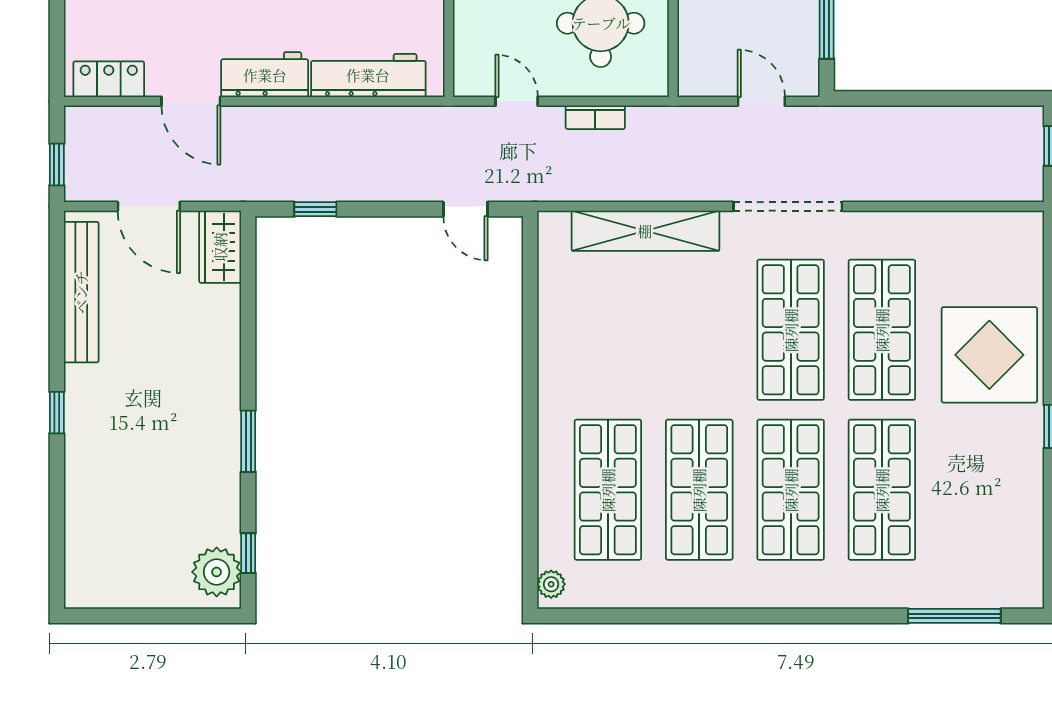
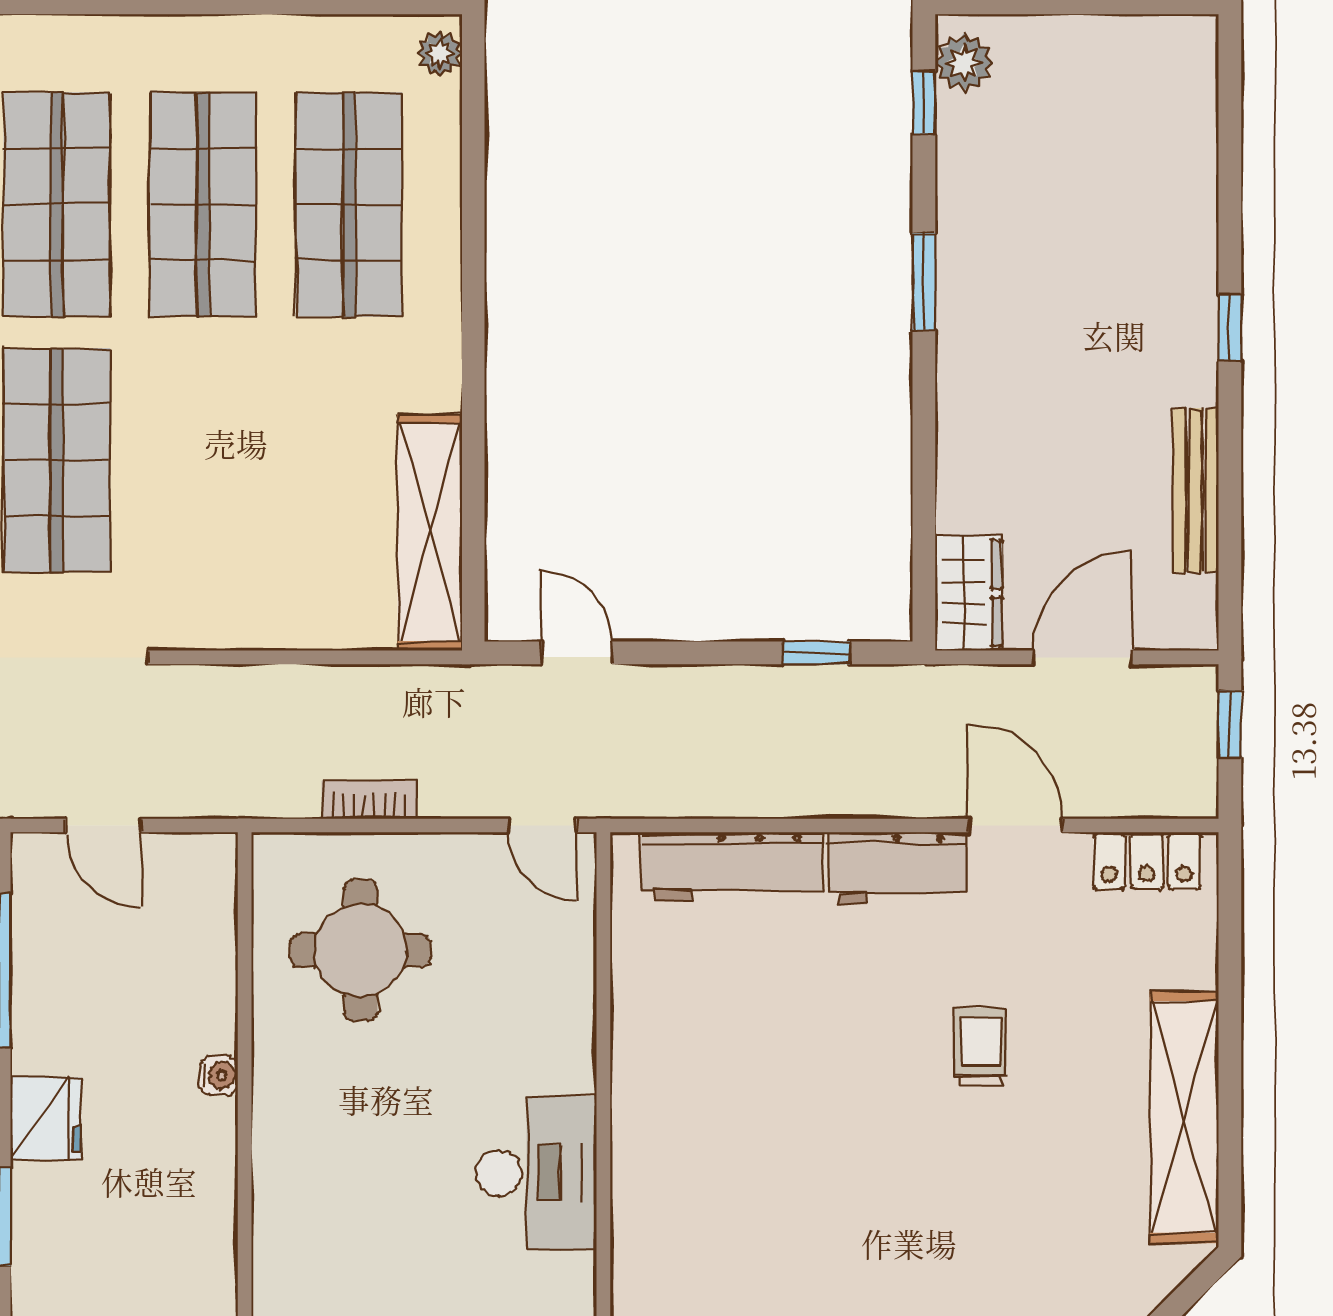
door: (517, 101) -> (542, 825), moved
door: (149, 206) -> (1083, 657), hinge flipped
shelving: (645, 231) -> (430, 533), moved, turned 90
bench: (81, 292) -> (1196, 490), width x0.73, depth x0.82
plant: (217, 572) -> (964, 63), width x0.73, depth x0.73

